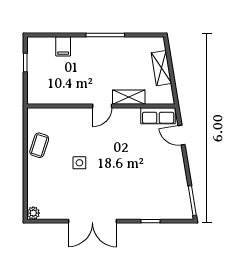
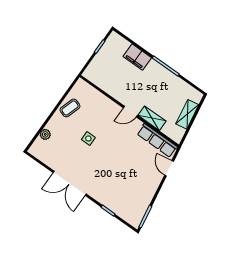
filing cabinet: (63, 46) -> (137, 57), width x2.00
row of seats: (158, 116) -> (157, 140), width x1.48
plant: (33, 213) -> (45, 134), moved

